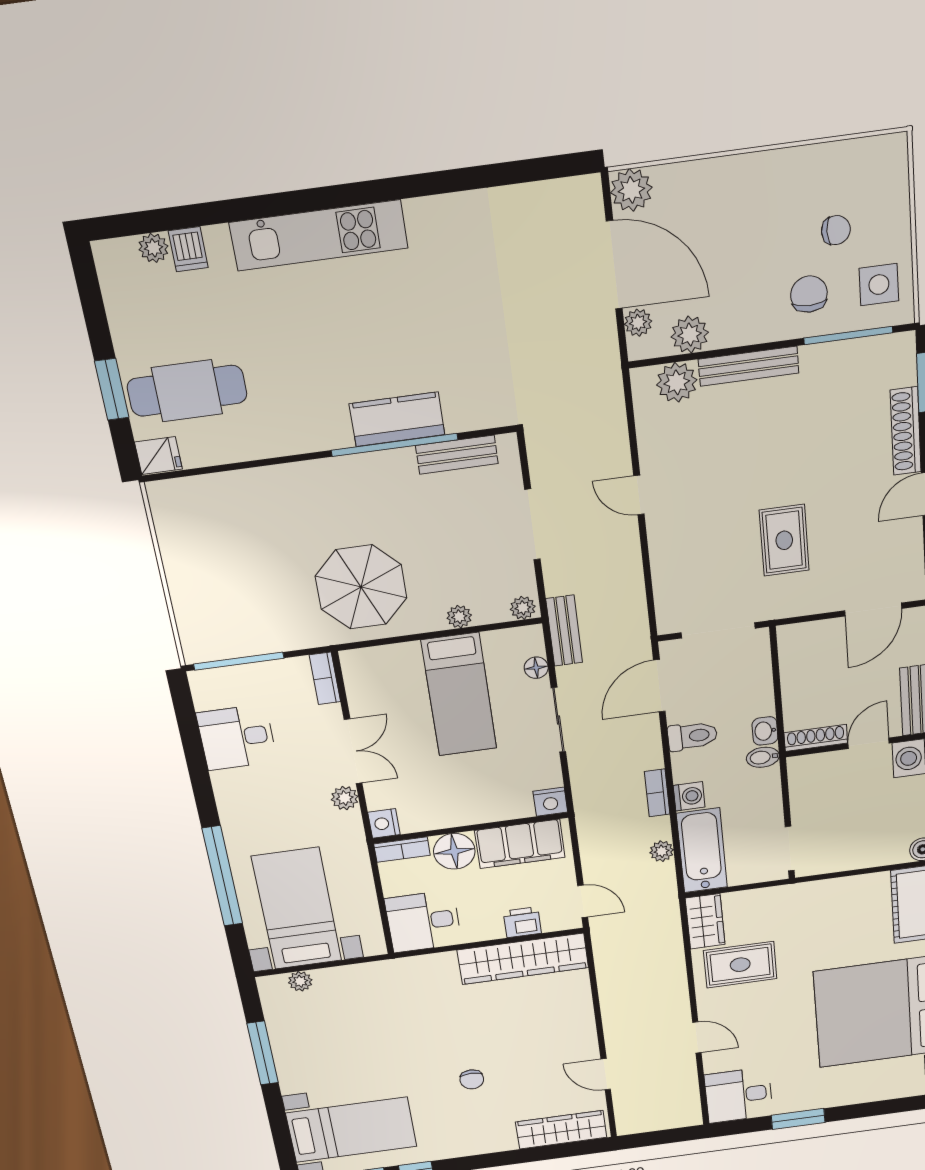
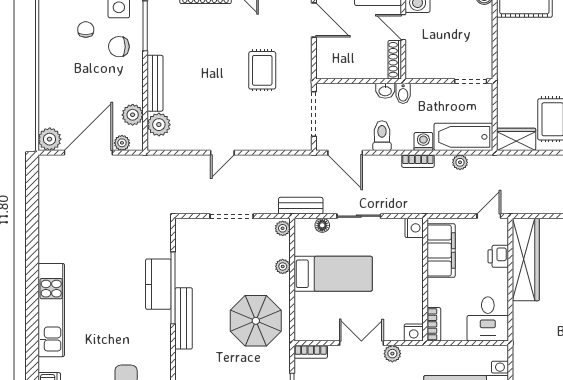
bench: (457, 455) -> (184, 318), moved, width x1.36
rug: (784, 540) -> (262, 70), turned 90
floor lamp: (454, 851) -> (440, 292), removed

